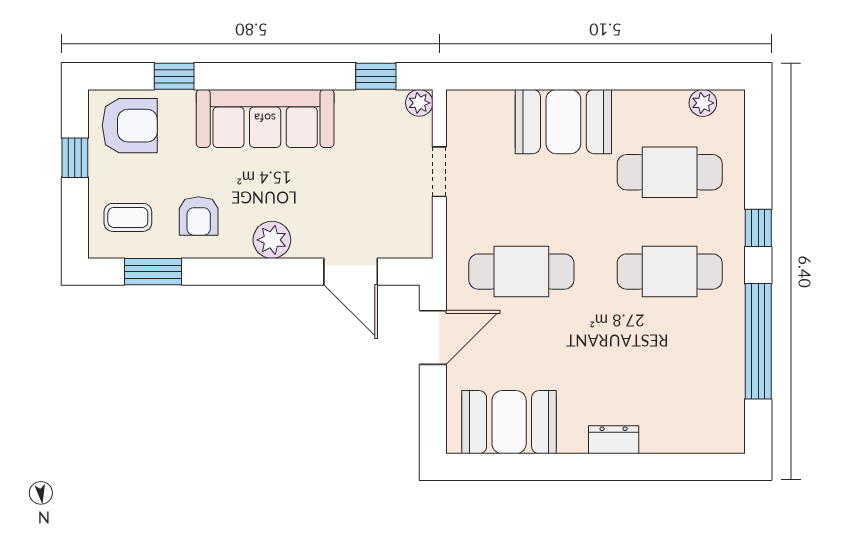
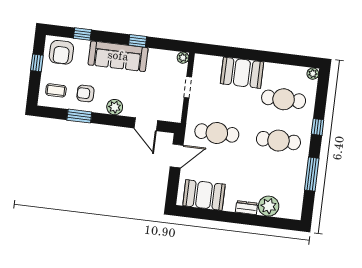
window: (376, 76) -> (138, 41), moved
plant: (703, 103) -> (313, 74), moved
armchair: (130, 126) -> (61, 52), turned 90
armchair: (199, 216) -> (85, 93), turned 90
window: (153, 272) -> (79, 116), moved
window: (758, 341) -> (312, 174), width x0.68
plant: (665, 430) -> (269, 206), added

